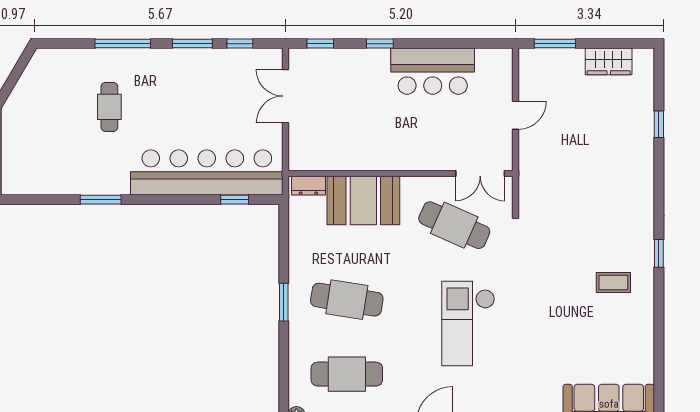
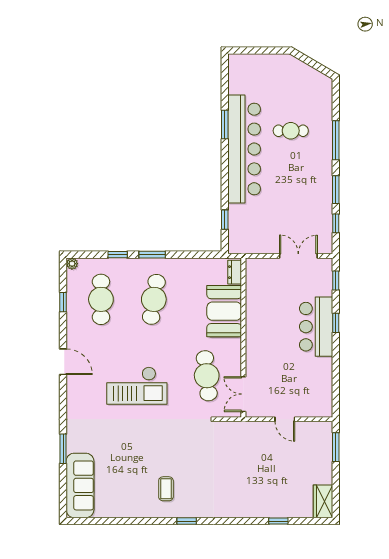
wardrobe: (609, 61) -> (323, 501), moved
bar counter: (433, 71) -> (316, 327), moved
bar counter: (207, 172) -> (244, 149), moved
cafe table: (454, 225) -> (207, 376), turned -30
checkout: (468, 324) -> (137, 386), turned 180
window: (284, 351) -> (118, 255), added

